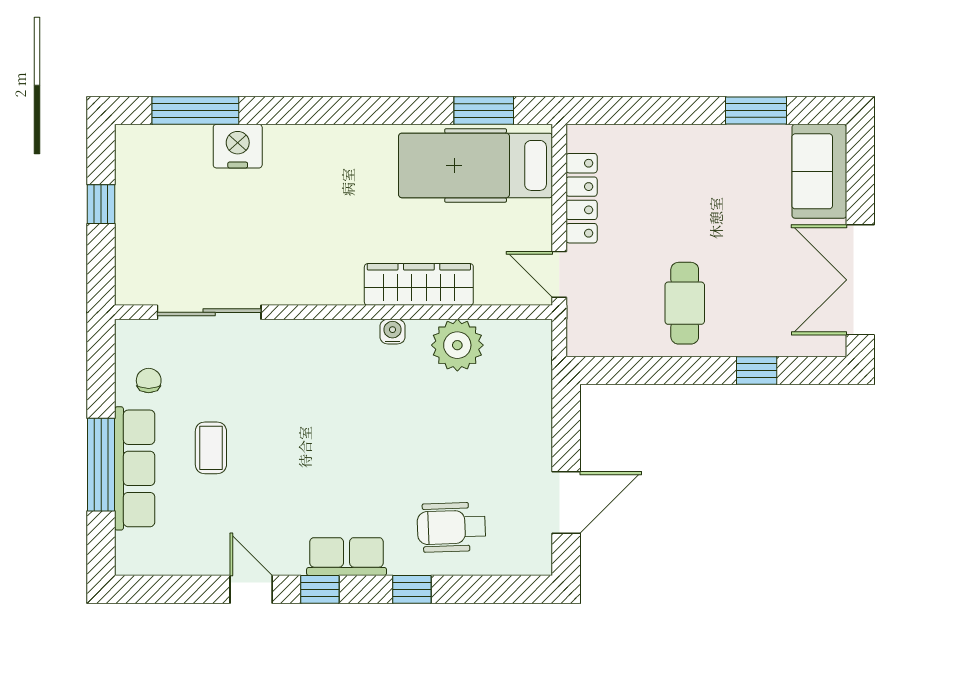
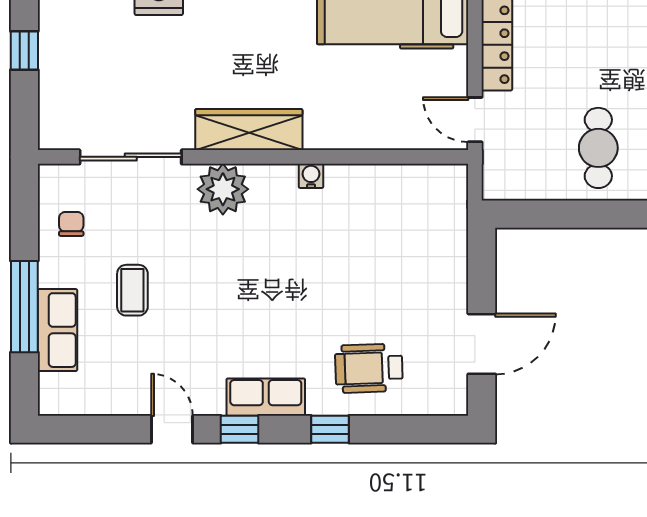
wardrobe: (419, 284) -> (249, 130), moved
plant: (457, 345) -> (223, 189), moved
row of seats: (135, 468) -> (57, 330), width x0.68

